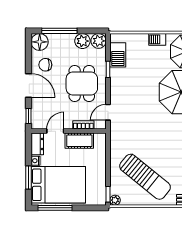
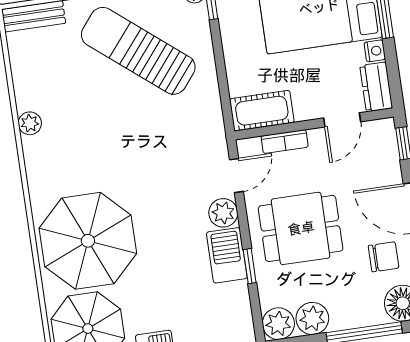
barbecue: (118, 55) -> (227, 255), moved
dining table: (82, 83) -> (301, 228), turned 90
plant: (117, 96) -> (223, 213), added
cot: (79, 141) -> (262, 111), moved

